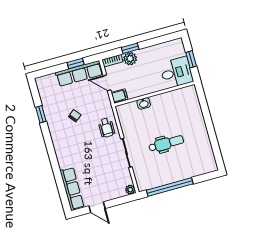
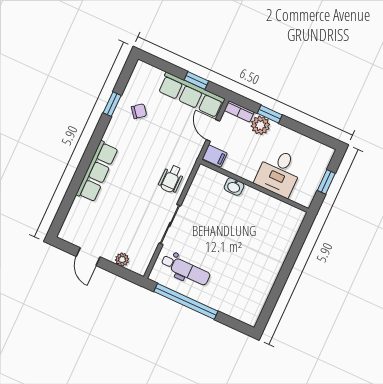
desk: (176, 72) -> (279, 172), moved, turned 90
chair: (75, 116) -> (139, 111), moved
dental chair: (166, 144) -> (186, 270), moved
row of seats: (72, 189) -> (97, 171), moved
plant: (130, 190) -> (122, 260), moved

